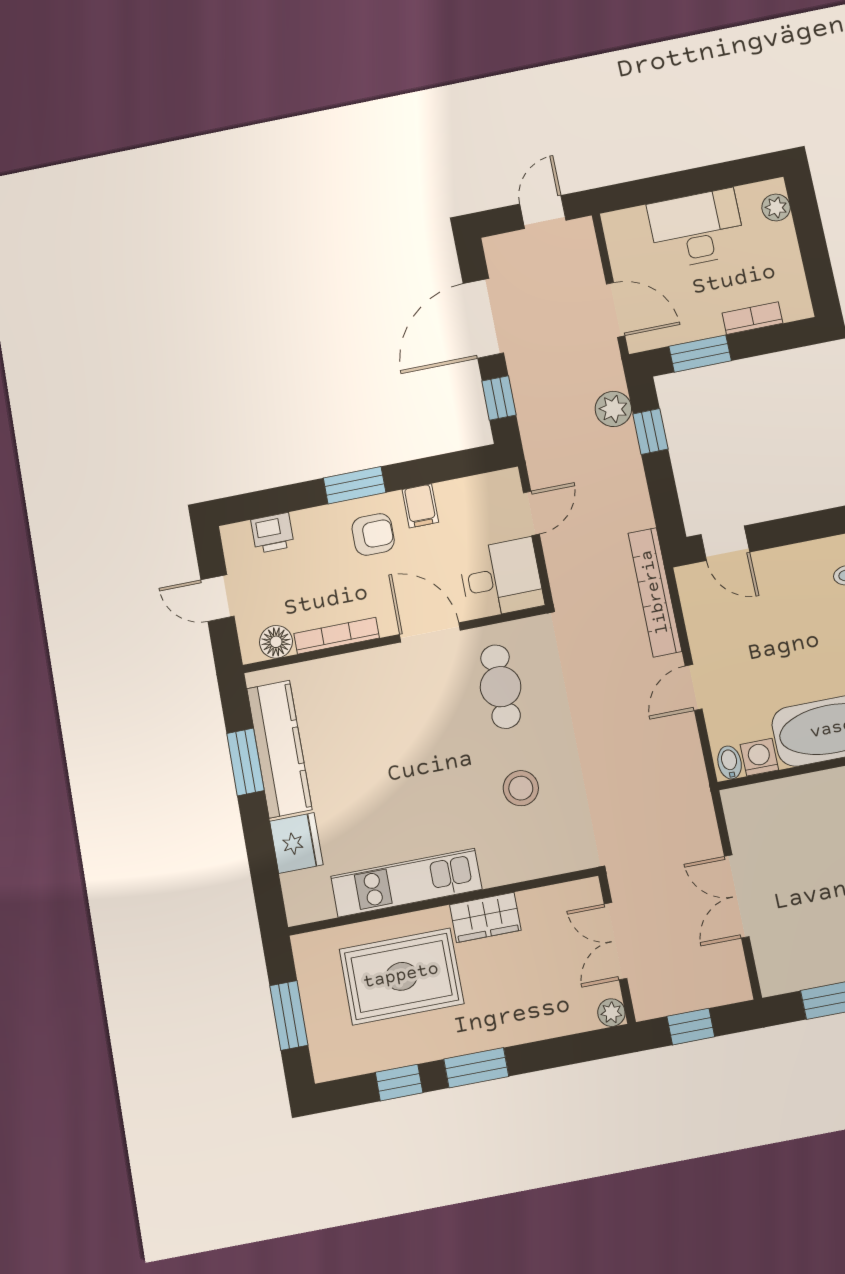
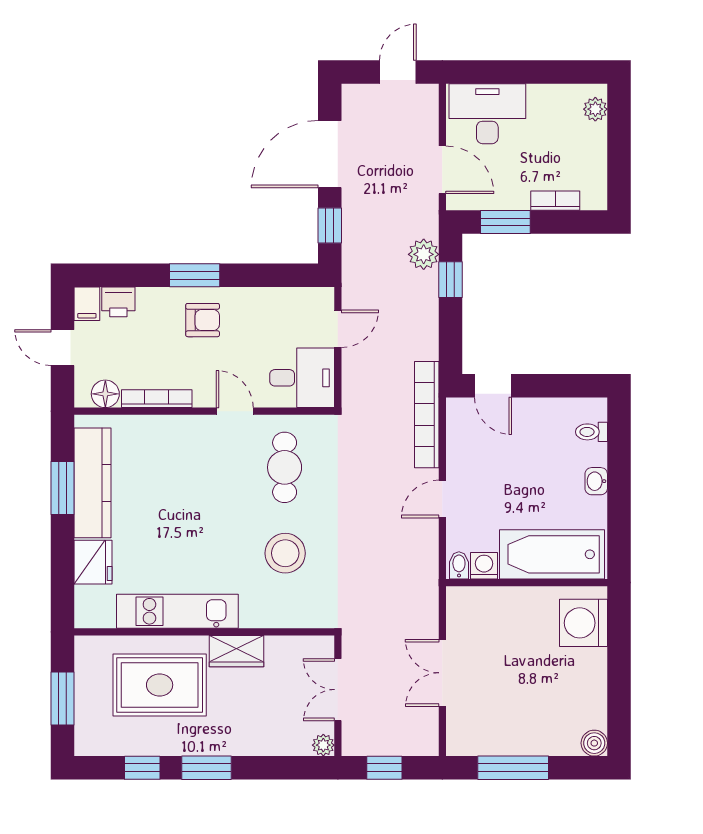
desk: (697, 229) -> (487, 114), moved
filing cabinet: (420, 506) -> (87, 304), moved
door: (430, 632) -> (235, 411), width x0.73
stool: (521, 788) -> (285, 553), width x1.38, depth x1.38

